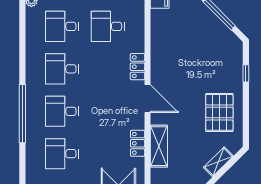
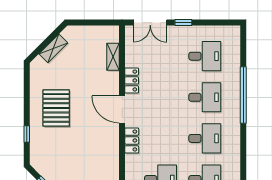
pallet: (219, 112) -> (56, 108), moved
locker: (138, 143) -> (132, 80), moved
shelving: (159, 146) -> (113, 57), width x0.67, depth x0.75

